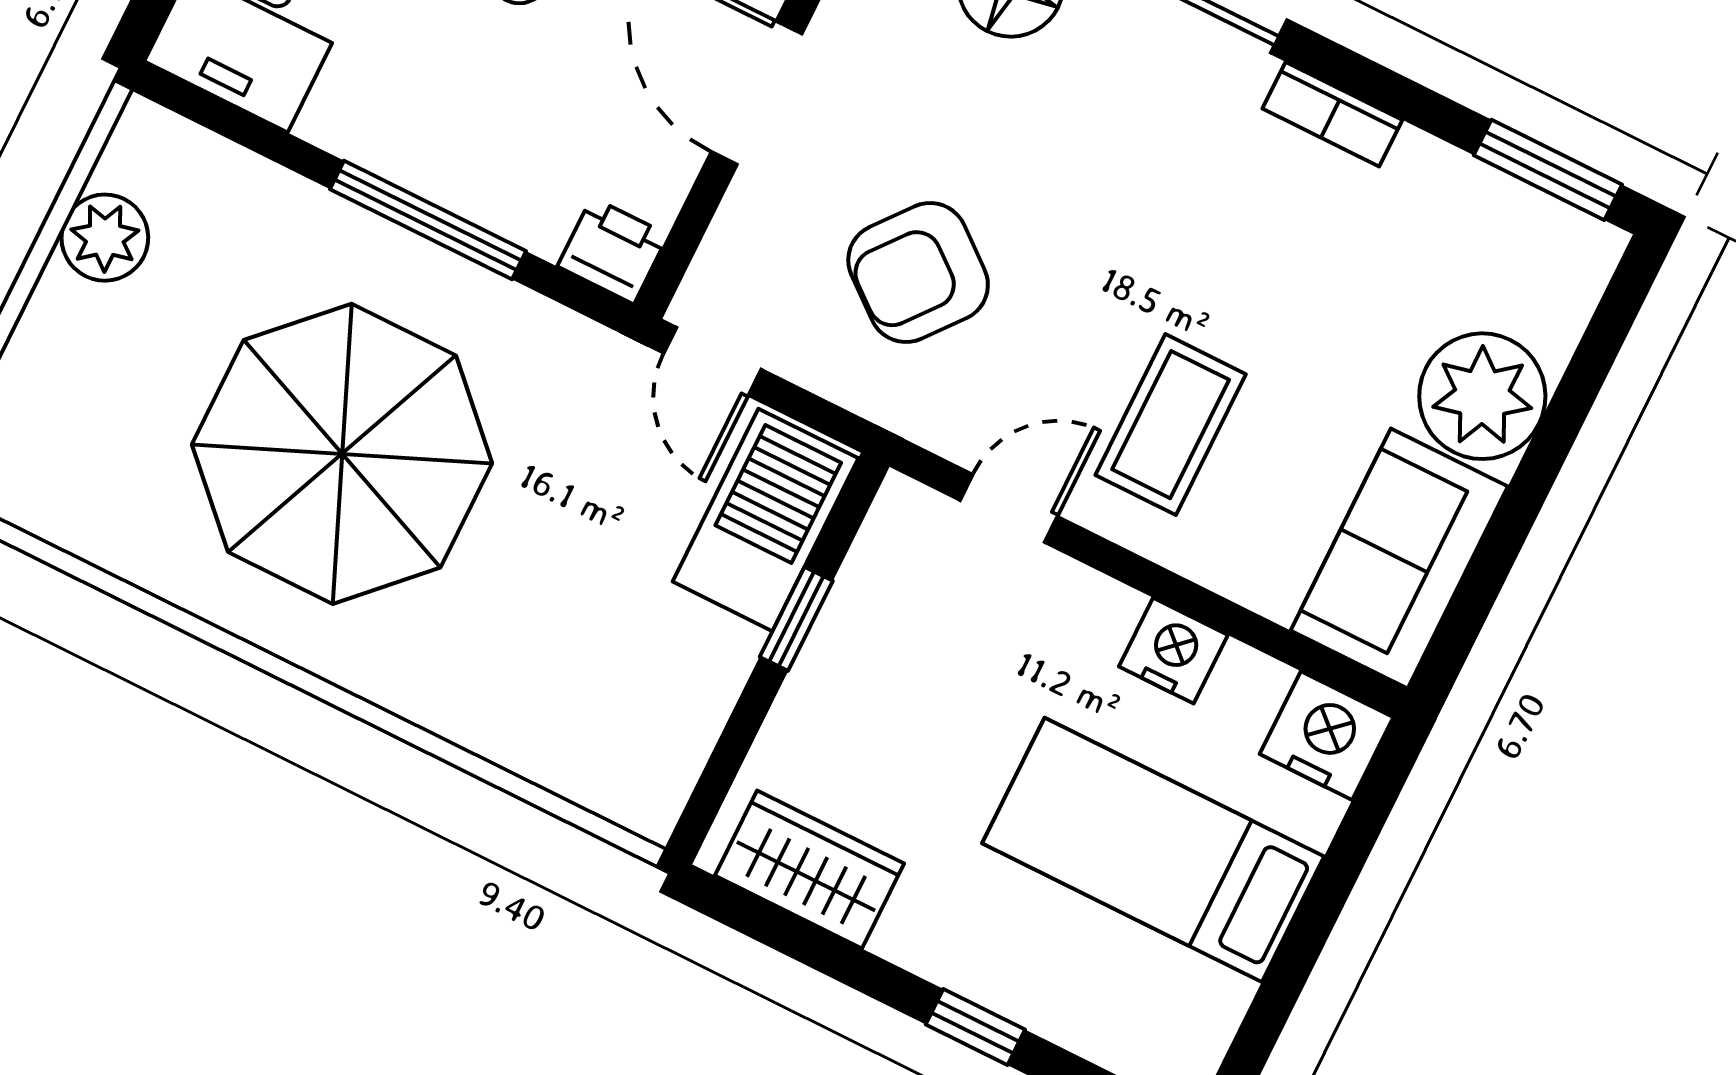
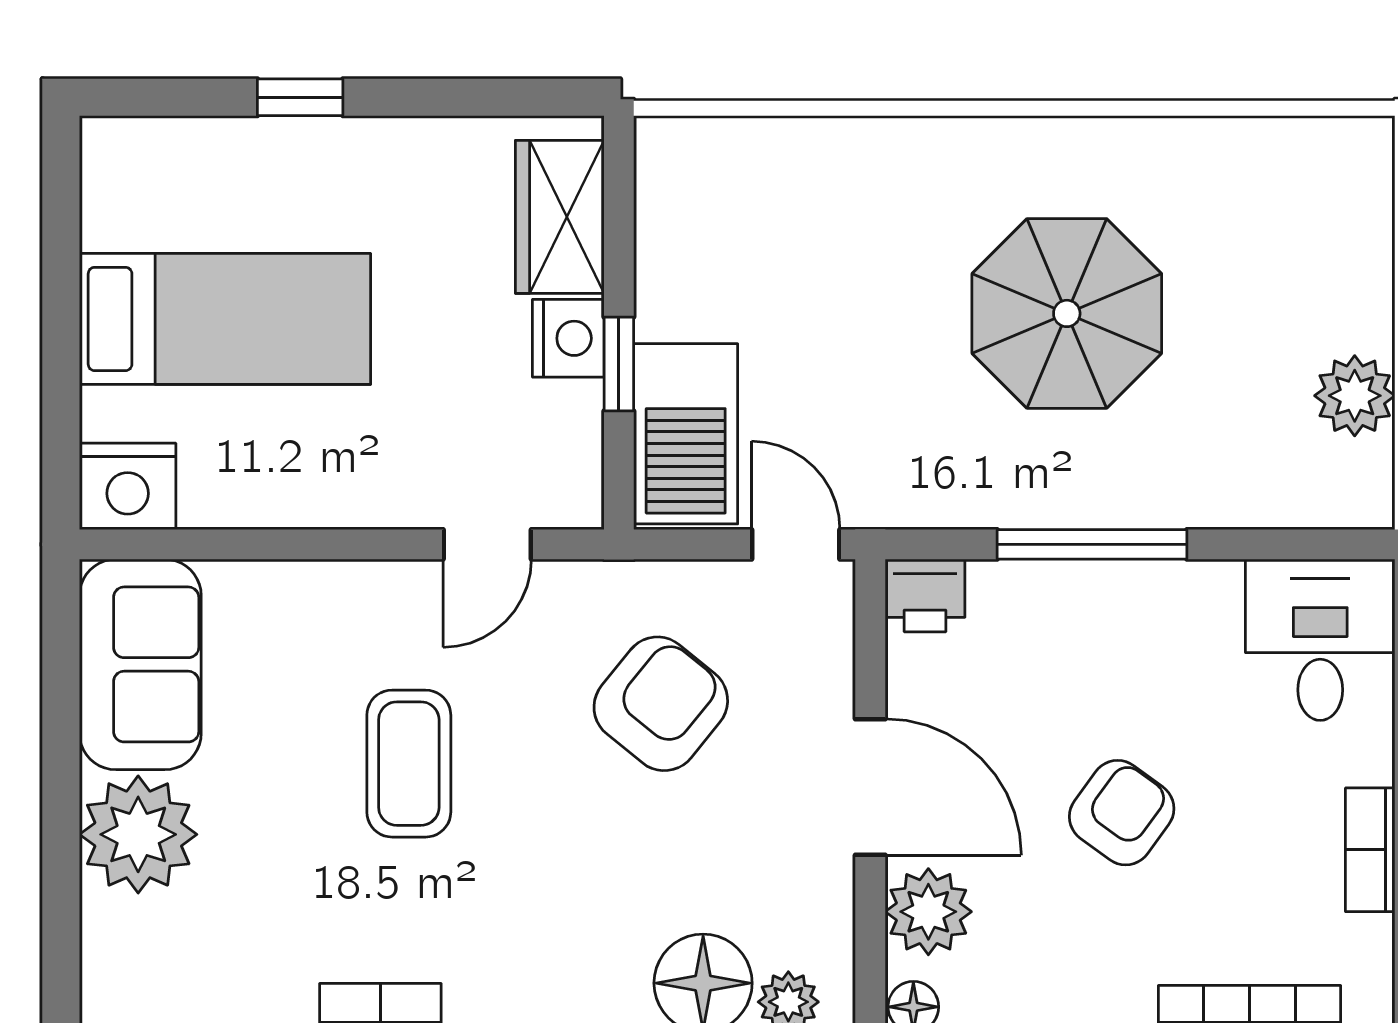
coffee table: (1171, 425) -> (409, 764), moved
parasol: (342, 454) -> (1067, 313), width x0.73, depth x0.73
nightstand: (1173, 651) -> (568, 338), moved, turned -90
wardrobe: (810, 869) -> (560, 217), moved, turned 90

